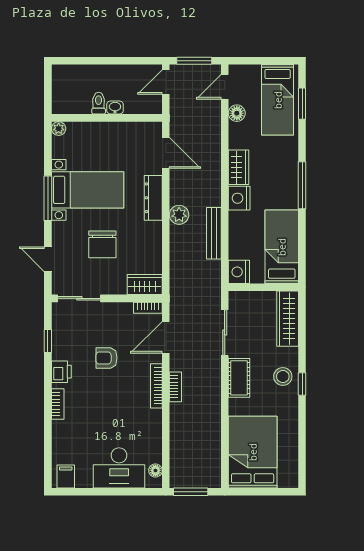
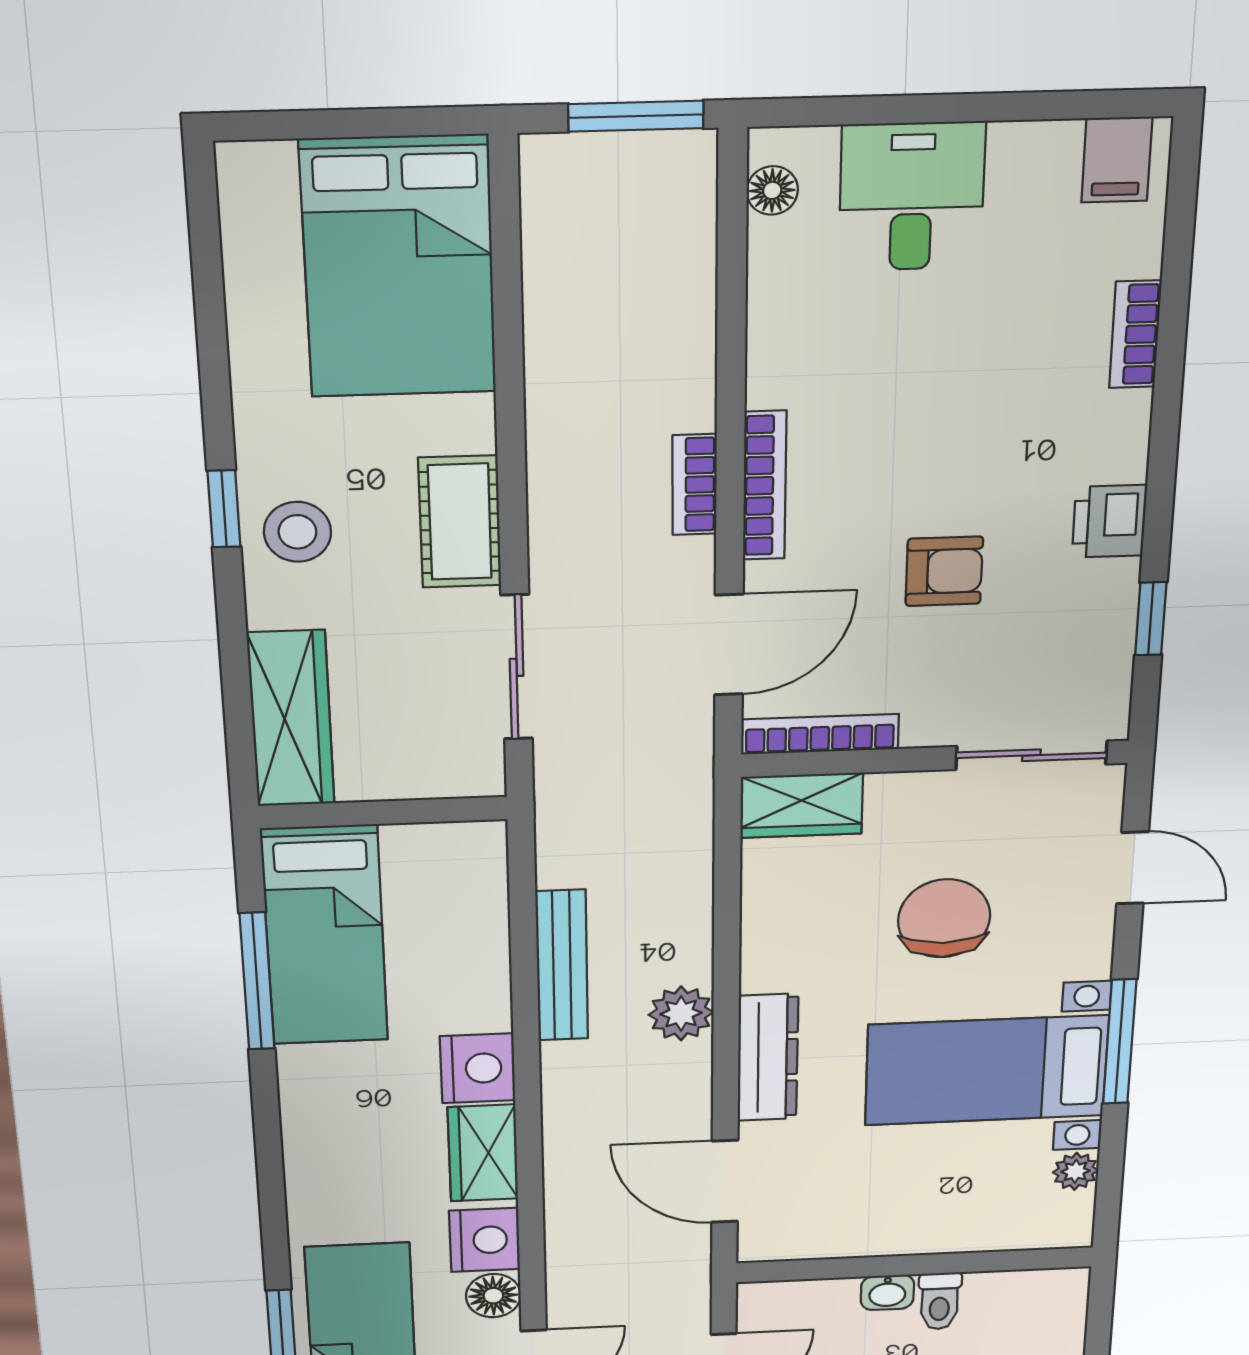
plant: (59, 129) -> (1076, 1171), moved
window: (302, 185) -> (257, 981), moved
nightstand: (239, 272) -> (485, 1240), moved
bookcase: (148, 308) -> (820, 734), width x1.56
bookcase: (58, 404) -> (1135, 334), moved
desk: (119, 468) -> (912, 197), width x0.73

